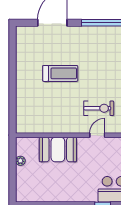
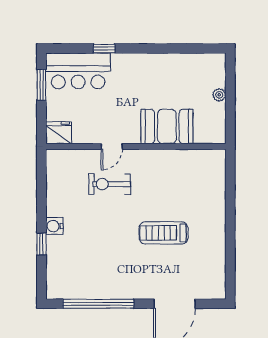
plant: (20, 161) -> (219, 95), moved

